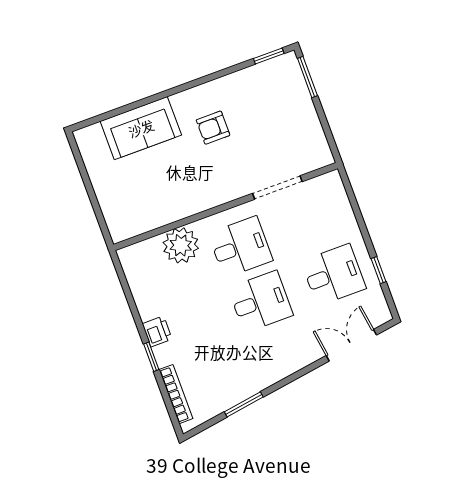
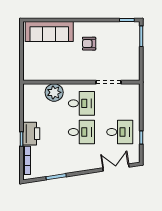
sofa: (141, 128) -> (49, 32), width x1.36
printer: (157, 331) -> (31, 134), width x1.87, depth x1.48

